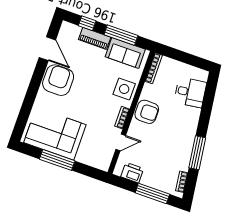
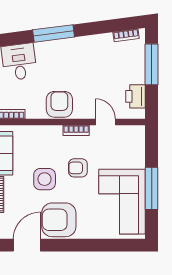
side table: (124, 89) -> (45, 179), moved
armchair: (93, 109) -> (78, 168), added
window: (197, 153) -> (54, 33), moved

